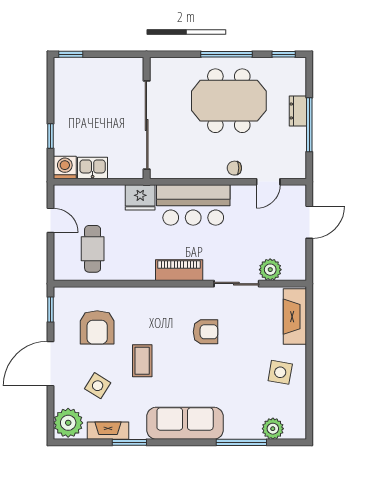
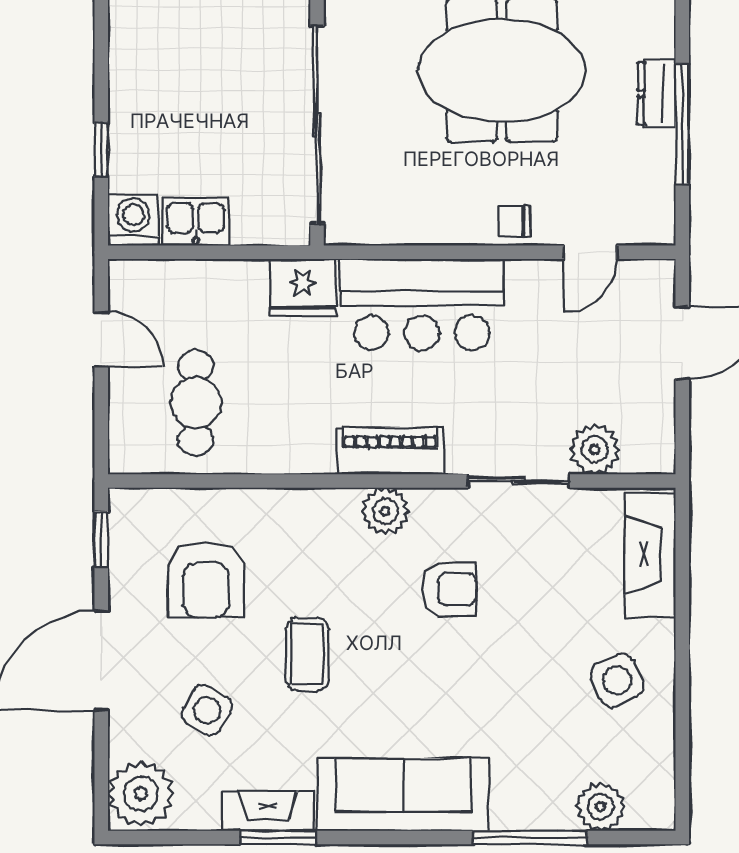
plant: (177, 297) -> (385, 511), added
side table: (280, 372) -> (617, 680), turned -34
fireplace: (108, 431) -> (268, 811), moved

